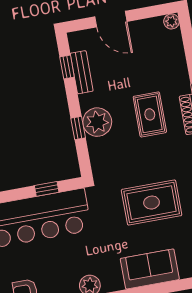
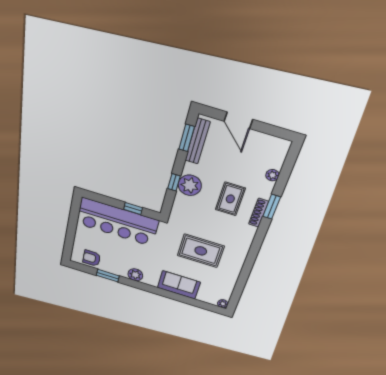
plant: (171, 21) -> (272, 175), moved
window: (67, 67) -> (187, 138), width x1.50
bench: (82, 72) -> (197, 141), width x1.36

